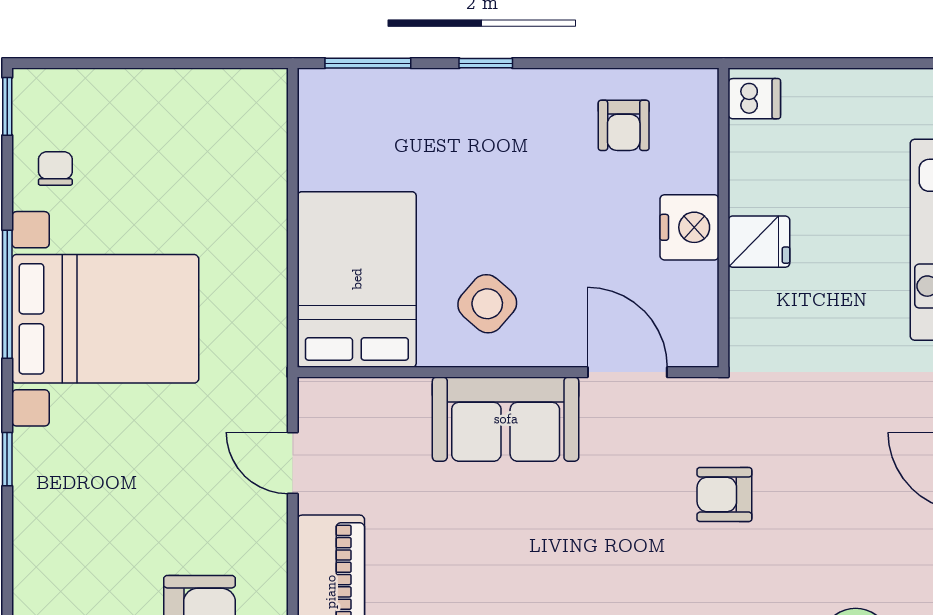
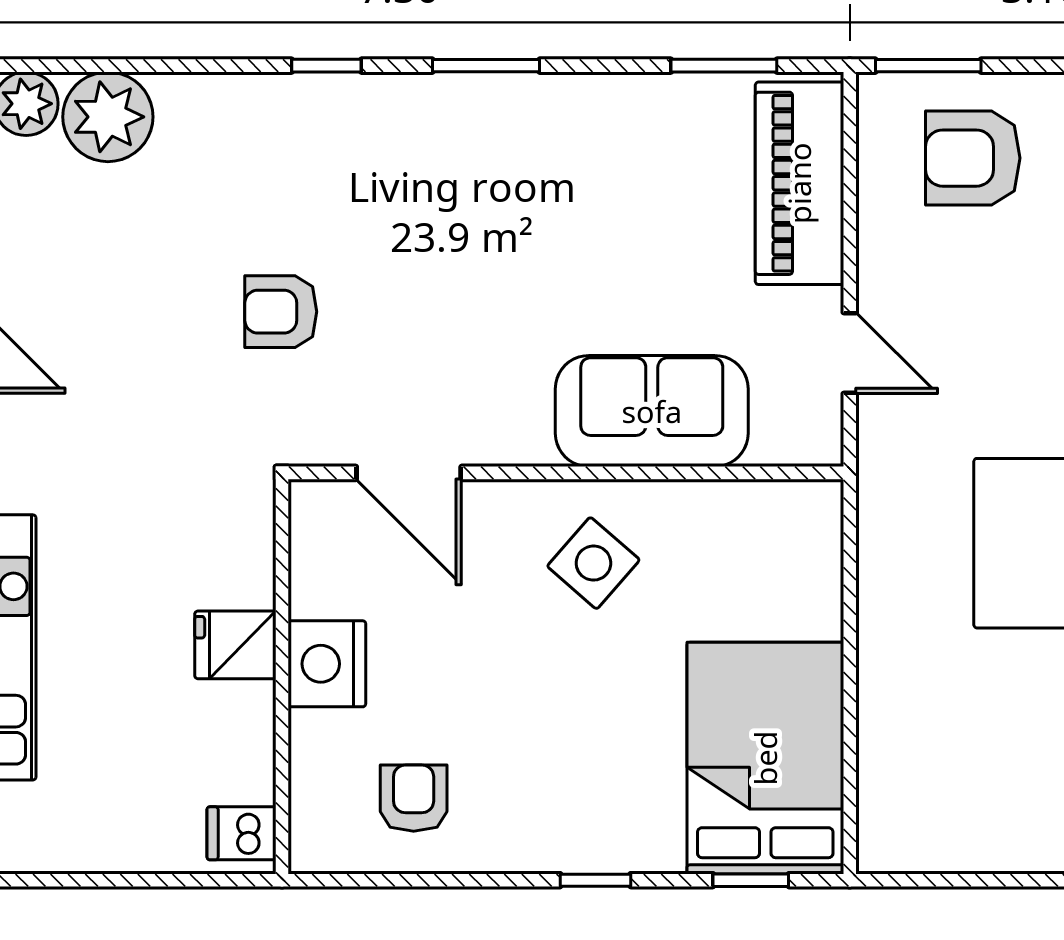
window: (368, 63) -> (751, 880), width x0.67
bed: (357, 279) -> (765, 758), moved, turned 180
sofa: (506, 419) -> (652, 411), moved
armchair: (724, 495) -> (281, 312), turned 180

